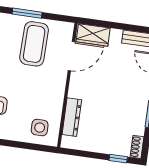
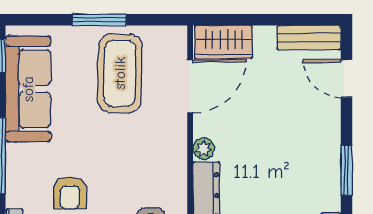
plant: (74, 91) -> (204, 149), added

